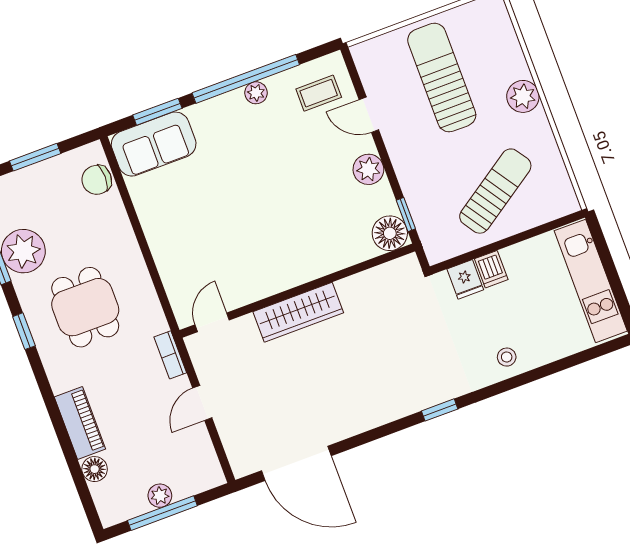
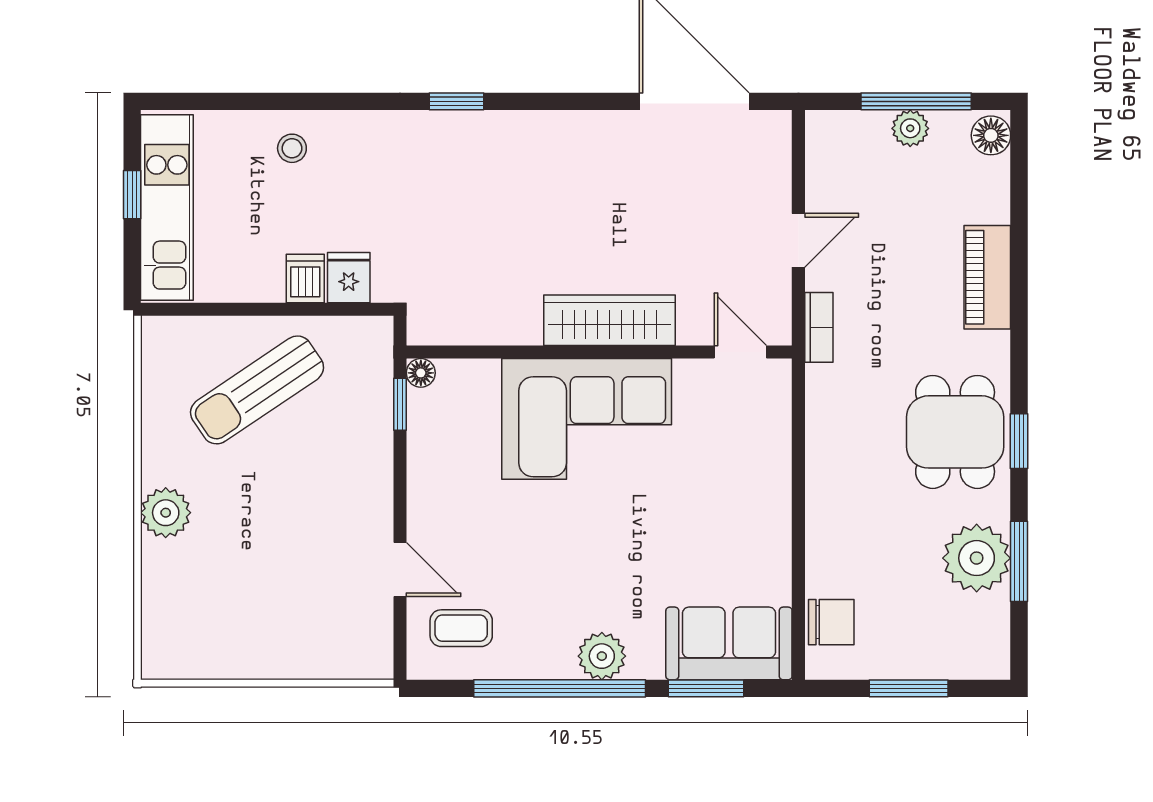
sun lounger: (442, 78) -> (274, 584), removed
plant: (256, 93) -> (602, 656), moved, width x1.38, depth x1.38
plant: (368, 169) -> (430, 490), removed
floor lamp: (390, 233) -> (421, 373), width x0.53, depth x0.53
corner sofa: (290, 248) -> (587, 419), added
window: (615, 281) -> (132, 195), added
dining table: (85, 307) -> (955, 432), moved
door: (212, 322) -> (740, 352), swing flipped
stool: (507, 357) -> (292, 148), moved
floor lamp: (95, 469) -> (991, 135), moved

